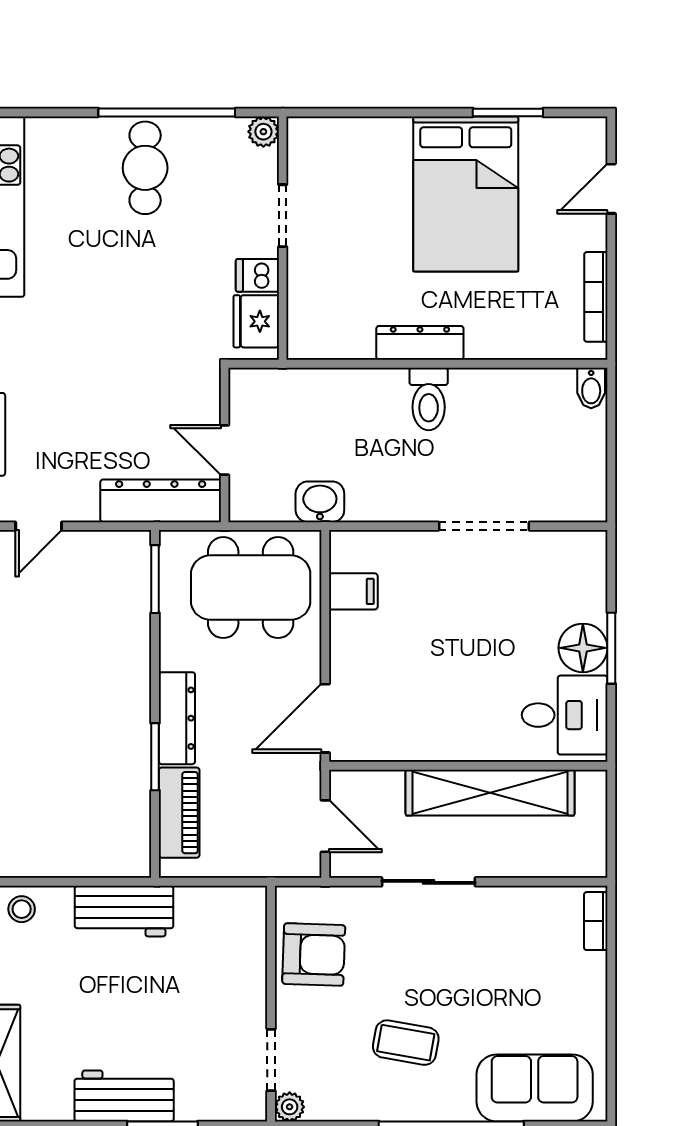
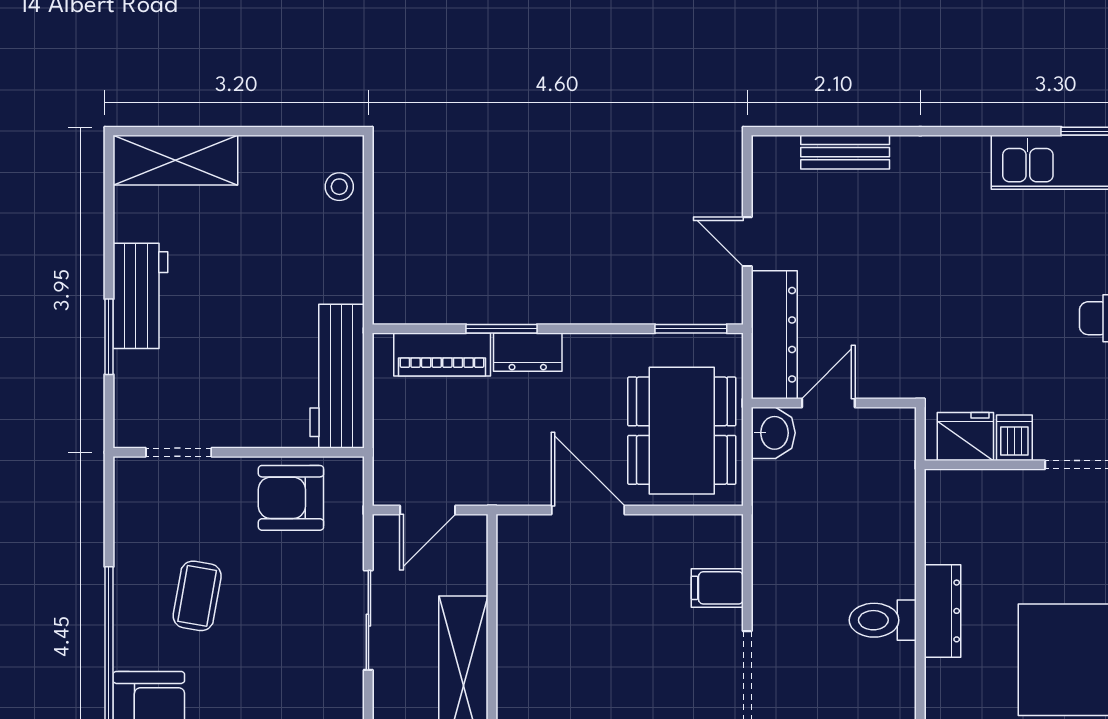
washbasin: (320, 502) -> (773, 433), moved
door: (39, 526) -> (747, 242), moved
filing cabinet: (353, 591) -> (717, 588), moved, turned 90
dresser: (177, 718) -> (528, 352), width x0.70
door: (325, 718) -> (588, 510), moved
workbench: (124, 911) -> (337, 376), moved, width x1.38
armchair: (314, 954) -> (291, 498), turned 88
plant: (290, 1107) -> (129, 472), removed

